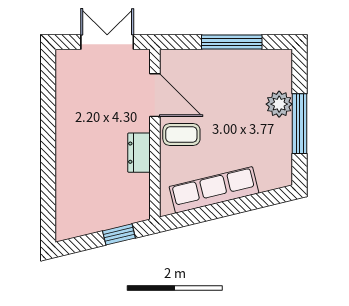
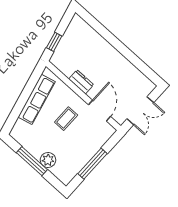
door: (155, 95) -> (100, 111), swing flipped
coffee table: (181, 135) -> (66, 119), moved

